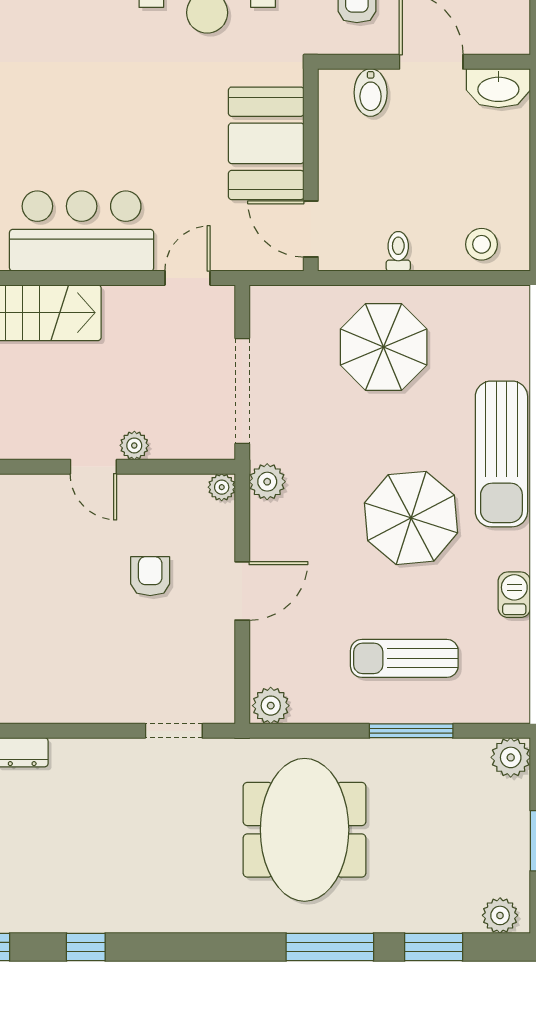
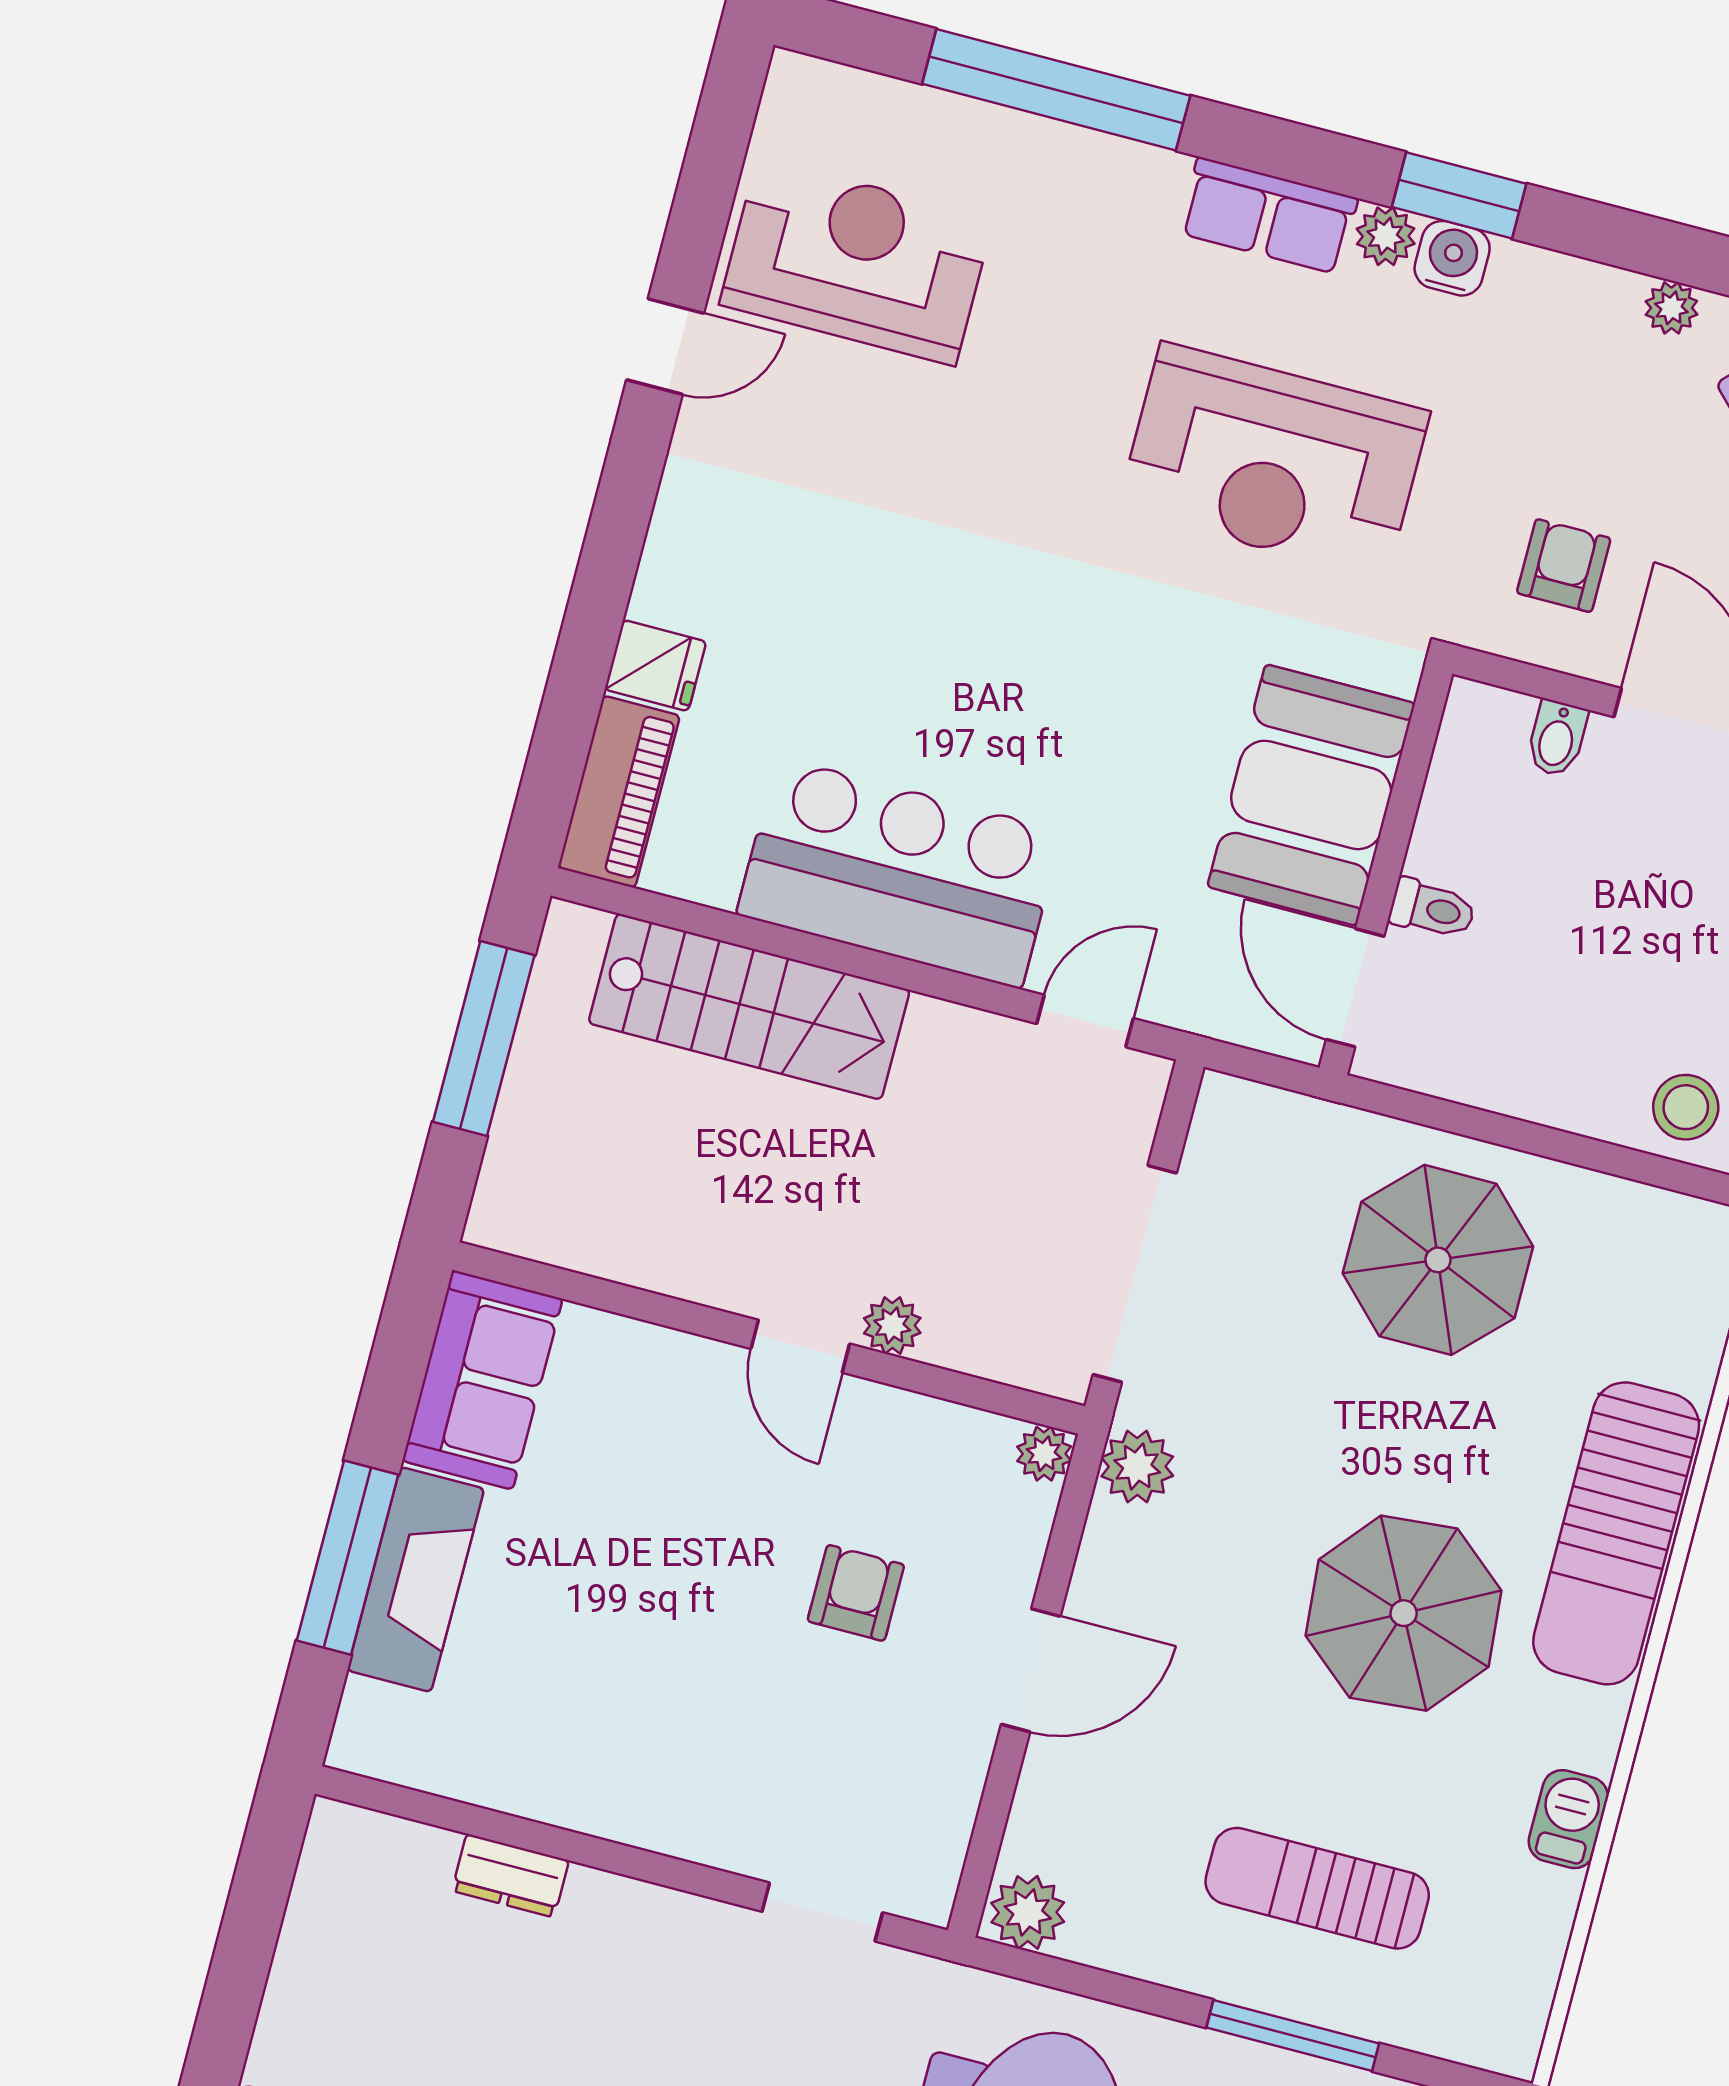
bidet: (371, 93) -> (1557, 738), width x0.72, depth x0.74
toilet: (398, 251) -> (1432, 909), moved, turned 90

